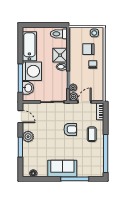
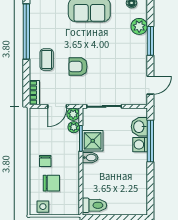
bathtub: (29, 46) -> (137, 187), removed
shower: (60, 55) -> (93, 141), moved
washing machine: (32, 71) -> (140, 145), width x0.53, depth x0.53
door: (20, 117) -> (150, 85), swing flipped
plant: (28, 137) -> (139, 26), moved

